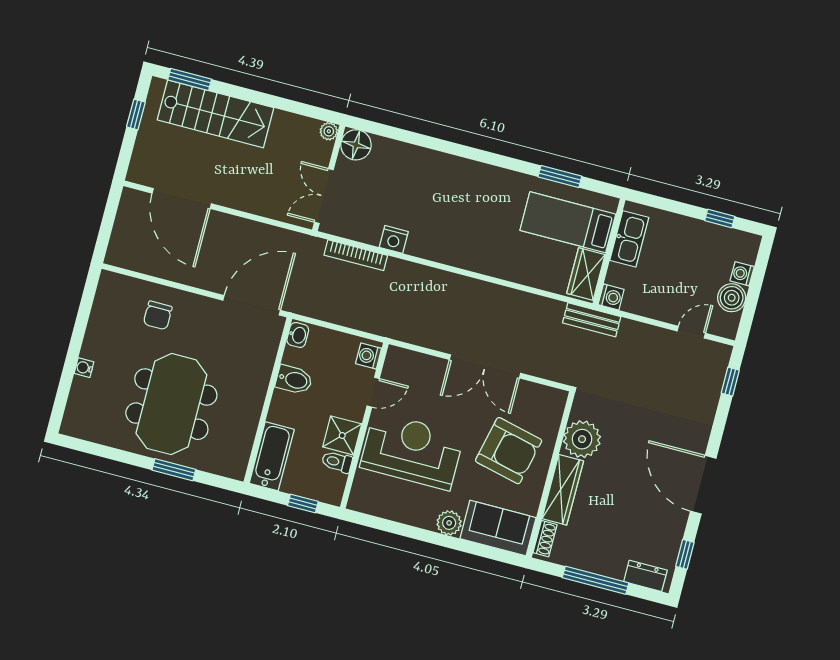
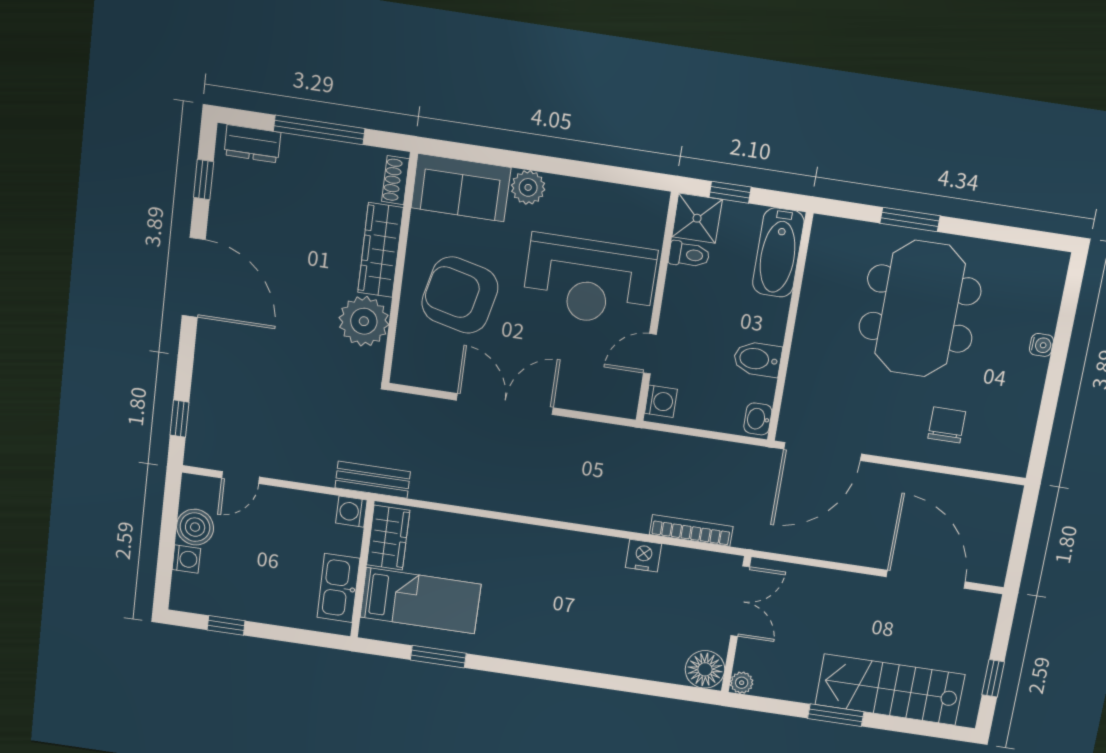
window: (190, 79) -> (836, 715), moved
shower: (342, 435) -> (697, 218), moved

